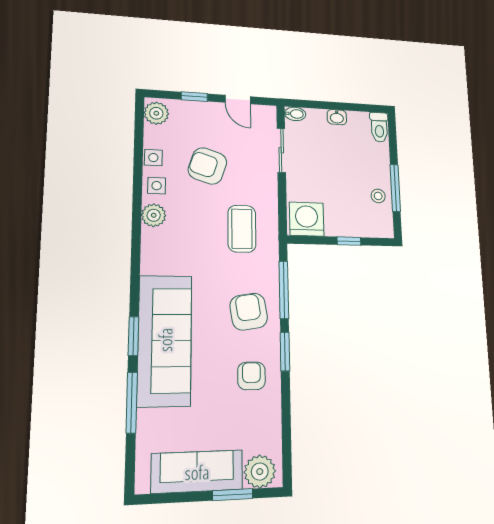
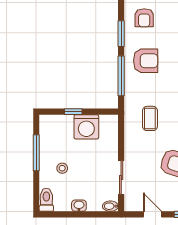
stool: (378, 196) -> (62, 168), moved
washing machine: (307, 219) -> (86, 127), moved
coffee table: (242, 229) -> (150, 118), width x0.73, depth x0.77
armchair: (249, 312) -> (146, 61), turned -81

